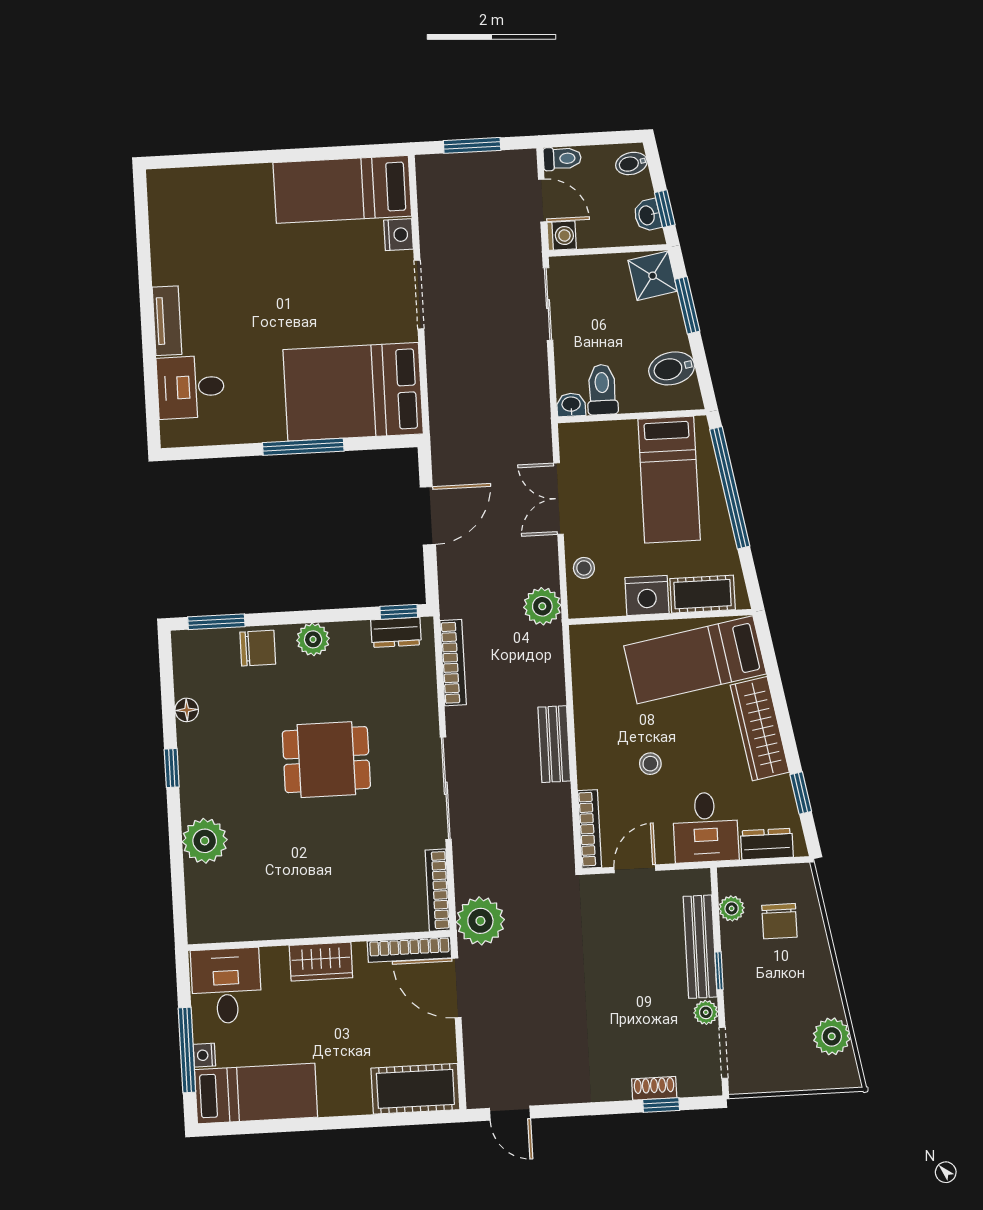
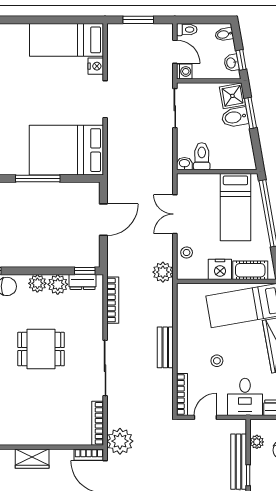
bidet: (672, 368) -> (235, 117), moved
plant: (351, 639) -> (58, 284), added
bookcase: (409, 950) -> (89, 455), width x0.64

